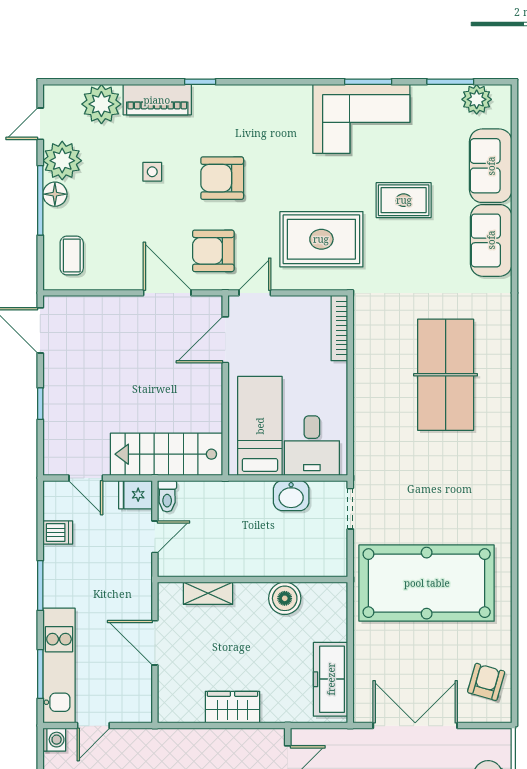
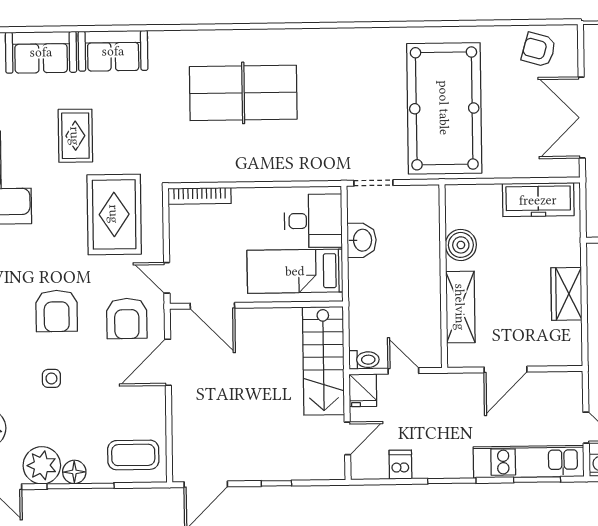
coffee table: (72, 256) -> (133, 455), width x1.36, depth x1.30
shelving: (208, 593) -> (460, 307), width x1.50, depth x1.33

